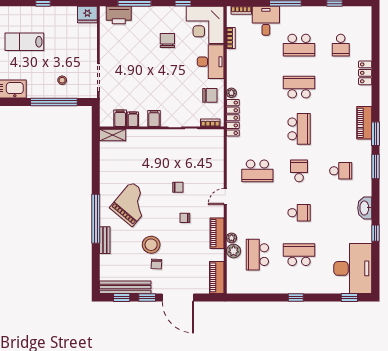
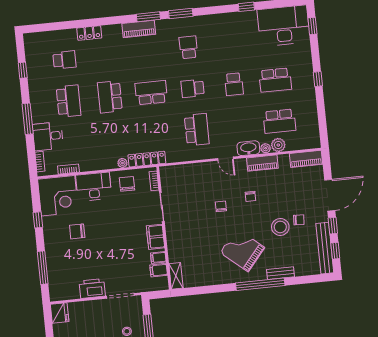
printer: (119, 15) -> (92, 289), moved, turned -90
filing cabinet: (154, 119) -> (155, 237), width x2.00
washbasin: (365, 208) -> (248, 148), moved, turned 180
school desk: (299, 213) -> (234, 84), turned 180
school desk: (299, 255) -> (275, 80), turned -90

